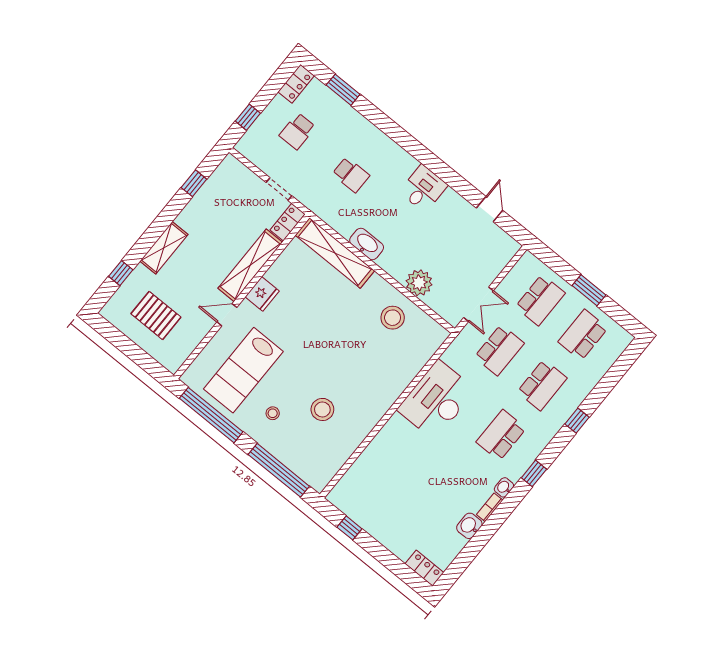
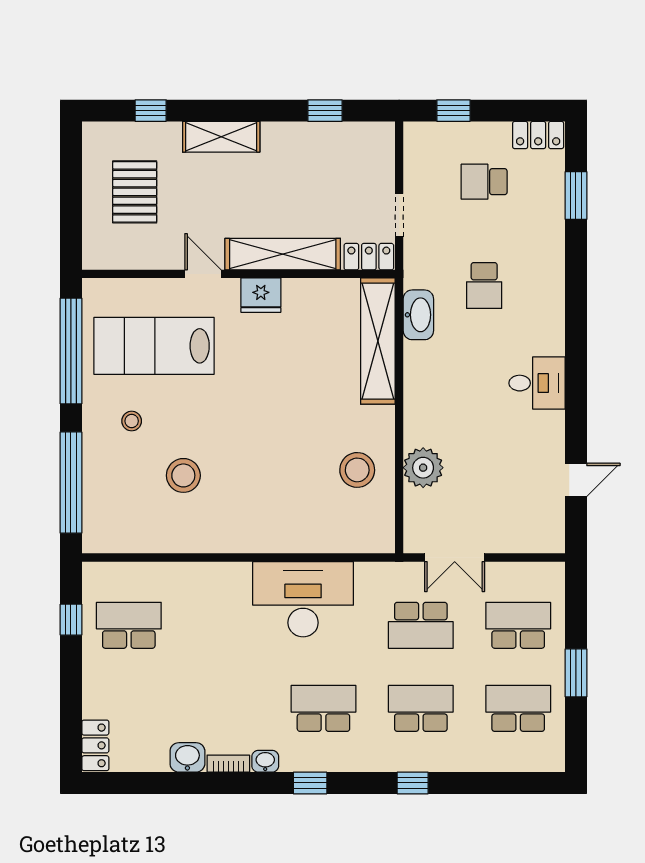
washbasin: (367, 244) -> (418, 315), moved
school desk: (540, 300) -> (518, 625), turned 180
school desk: (542, 385) -> (421, 708), turned 180
school desk: (377, 501) -> (129, 625), added

